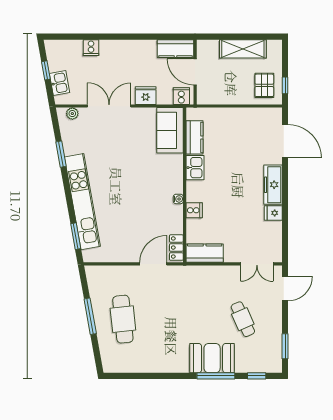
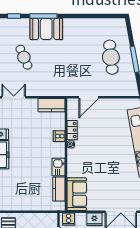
locker: (176, 248) -> (72, 130), moved

